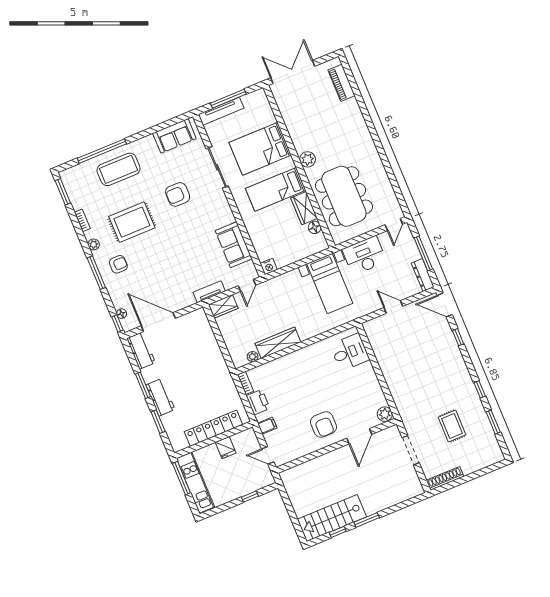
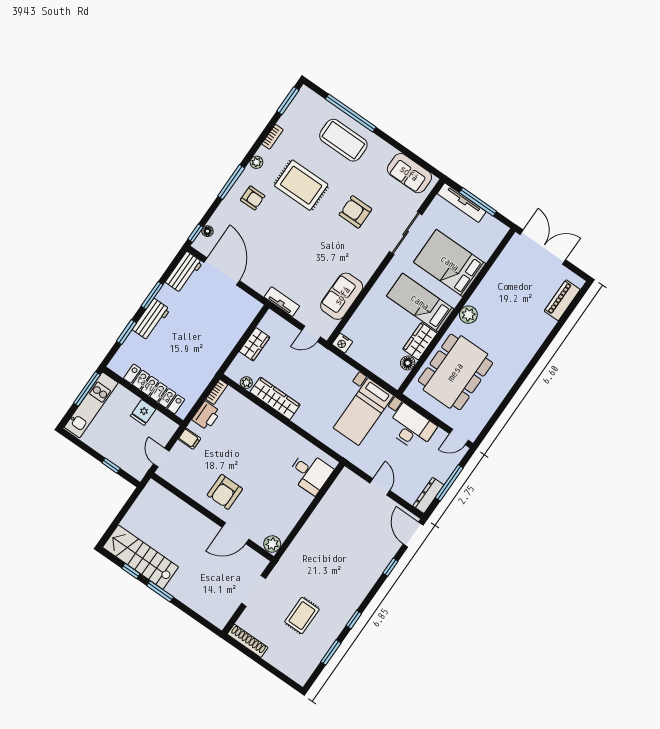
wardrobe: (223, 306) -> (255, 344), moved, turned -90

